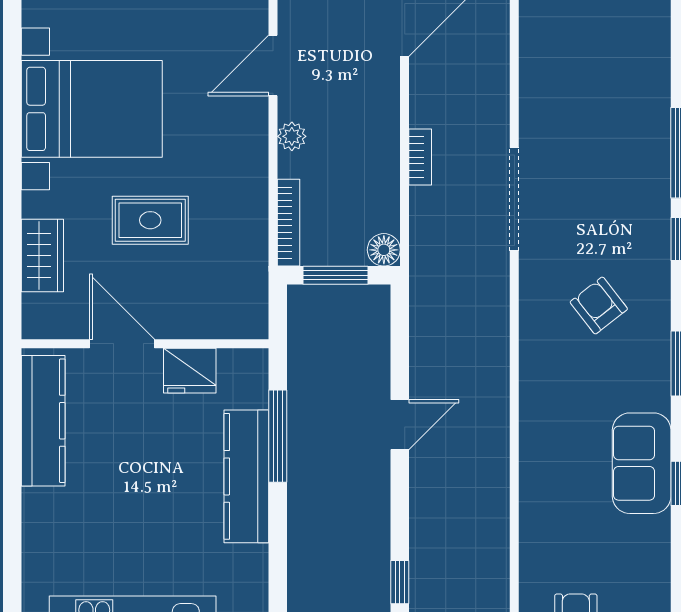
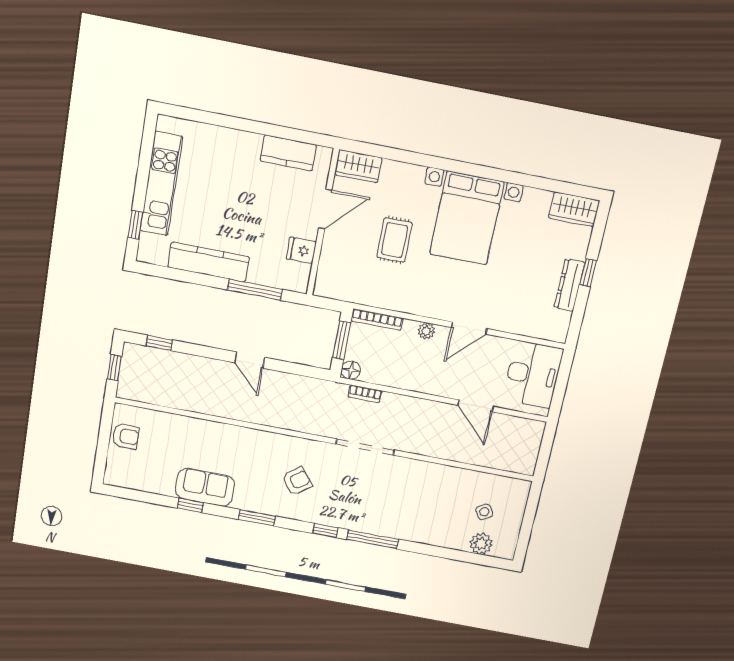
door: (273, 65) -> (469, 328), swing flipped
bookcase: (420, 157) -> (365, 394), moved
wardrobe: (42, 256) -> (358, 166), moved
fridge: (190, 371) -> (301, 250), width x0.72
kitchen counter: (43, 421) -> (288, 153), width x0.67
kitchen counter: (246, 476) -> (209, 262), moved

